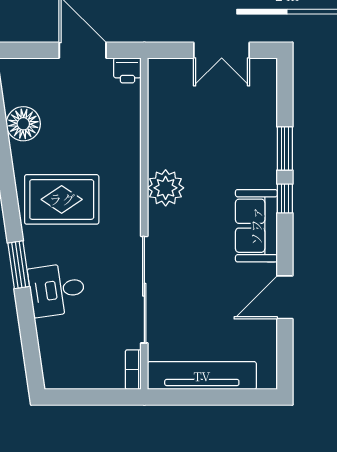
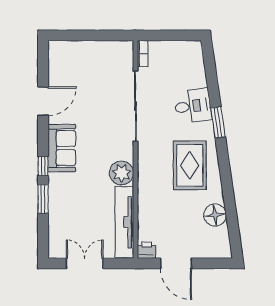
rug: (62, 199) -> (190, 165), turned 90
tv unit: (202, 376) -> (124, 222), moved, turned 90

